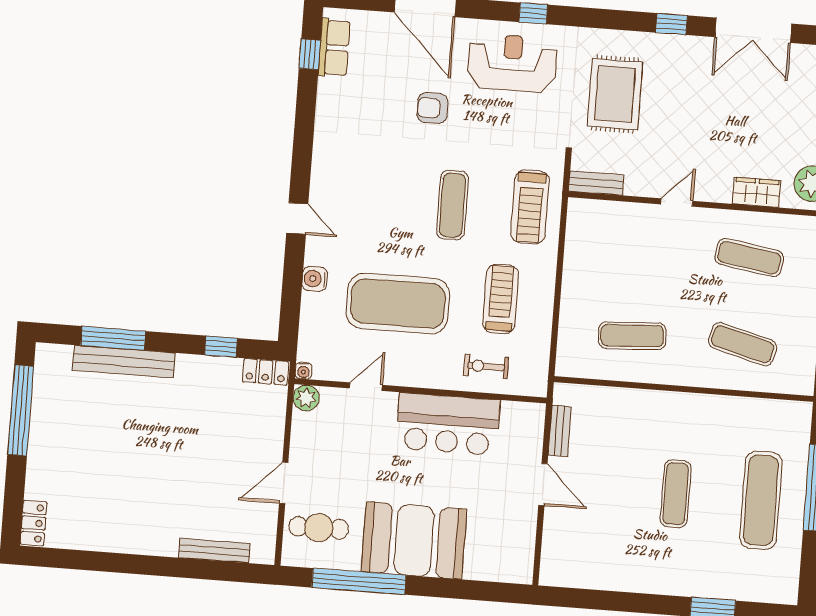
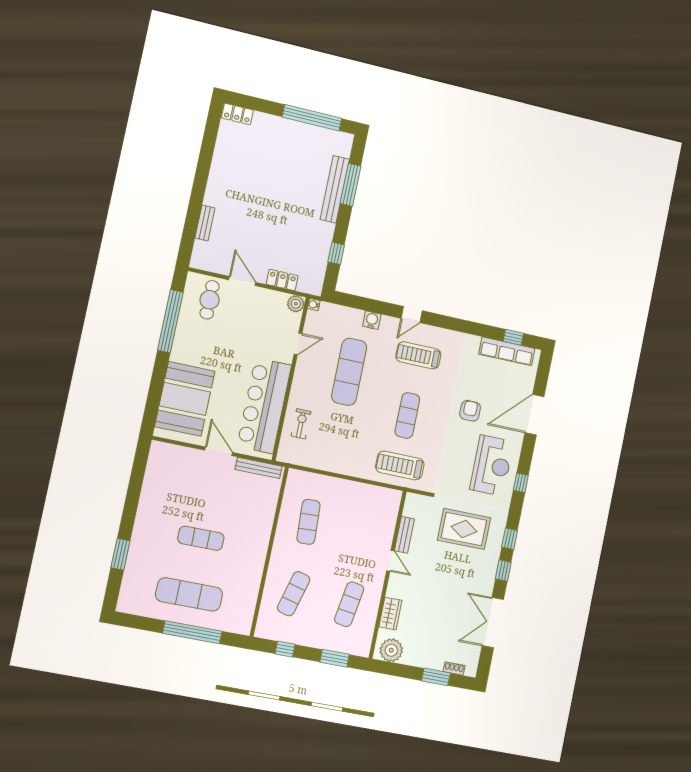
window: (622, 20) -> (510, 539), added
row of seats: (334, 48) -> (507, 351), width x1.48
bench: (596, 183) -> (404, 535), moved
exercise mat: (452, 205) -> (407, 415), turned 90
treadmill: (501, 299) -> (418, 355), moved, turned 180
exercise mat: (398, 303) -> (349, 372), width x0.68
locker: (266, 372) -> (282, 280), moved, turned 90
door: (366, 387) -> (298, 344), hinge flipped
bar counter: (448, 424) -> (264, 406), width x1.36
bench: (560, 431) -> (259, 468), width x1.36
door: (543, 485) -> (219, 451), swing flipped
booth: (414, 540) -> (185, 399), moved
bench: (214, 551) -> (205, 223), width x0.73

